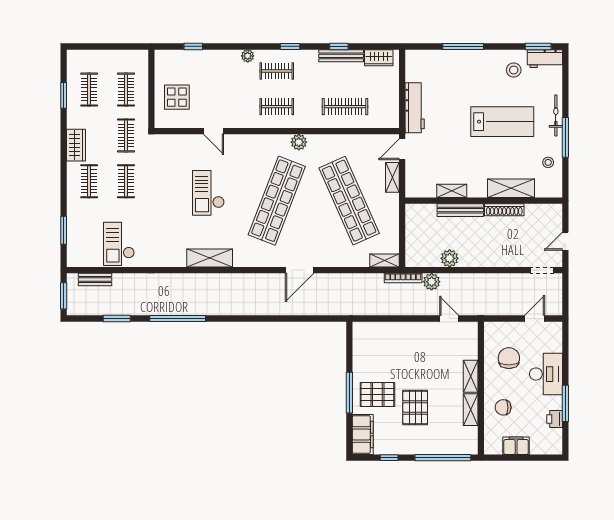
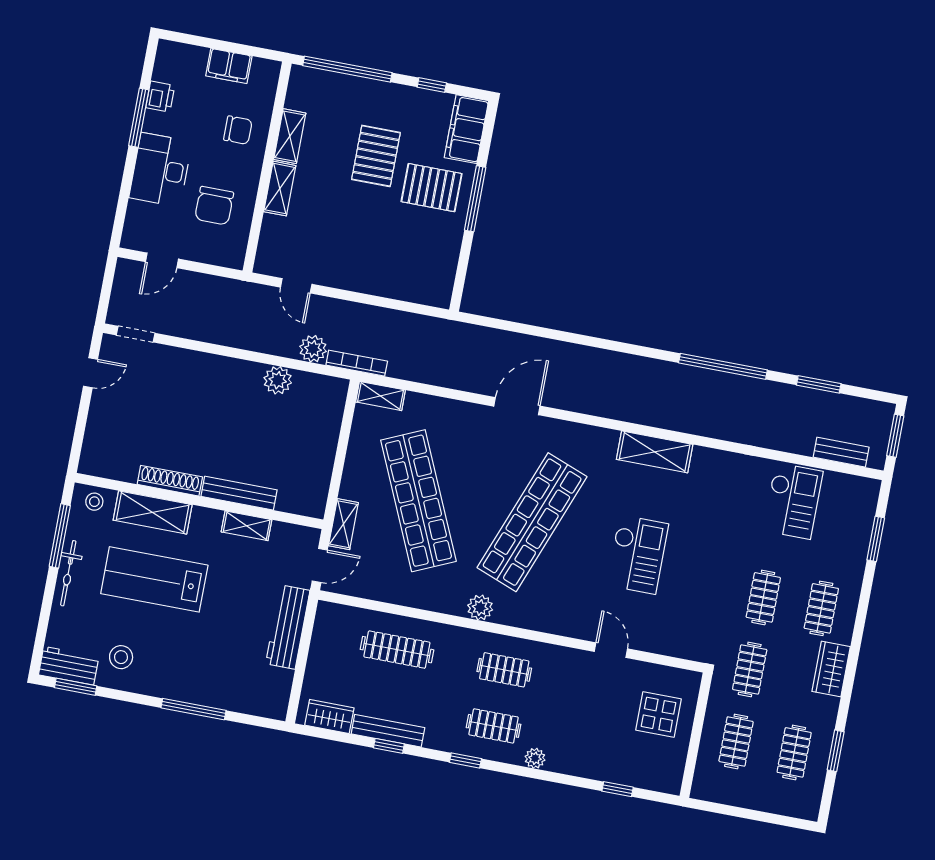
shelving: (511, 188) -> (153, 512), moved
shelving: (452, 191) -> (247, 526), moved
wall: (484, 201) -> (199, 501), moved
bench: (460, 210) -> (239, 493), moved
shoe rack: (504, 210) -> (170, 481), moved

